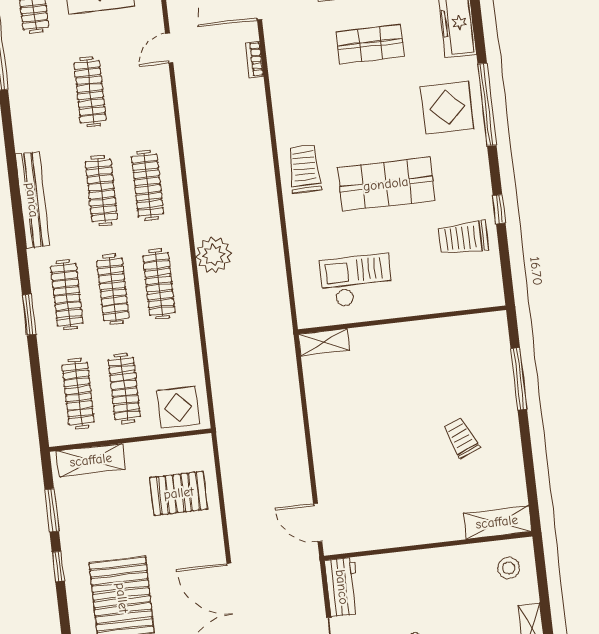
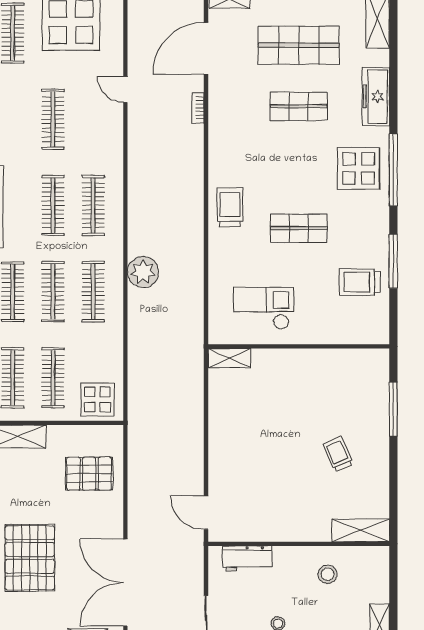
door: (169, 48) -> (125, 89), hinge flipped
shop shelf: (386, 184) -> (299, 228), width x0.70, depth x0.74
window: (499, 209) -> (393, 261), width x2.17
stool: (509, 568) -> (328, 574), moved
workbench: (342, 587) -> (247, 559), moved, turned 90

